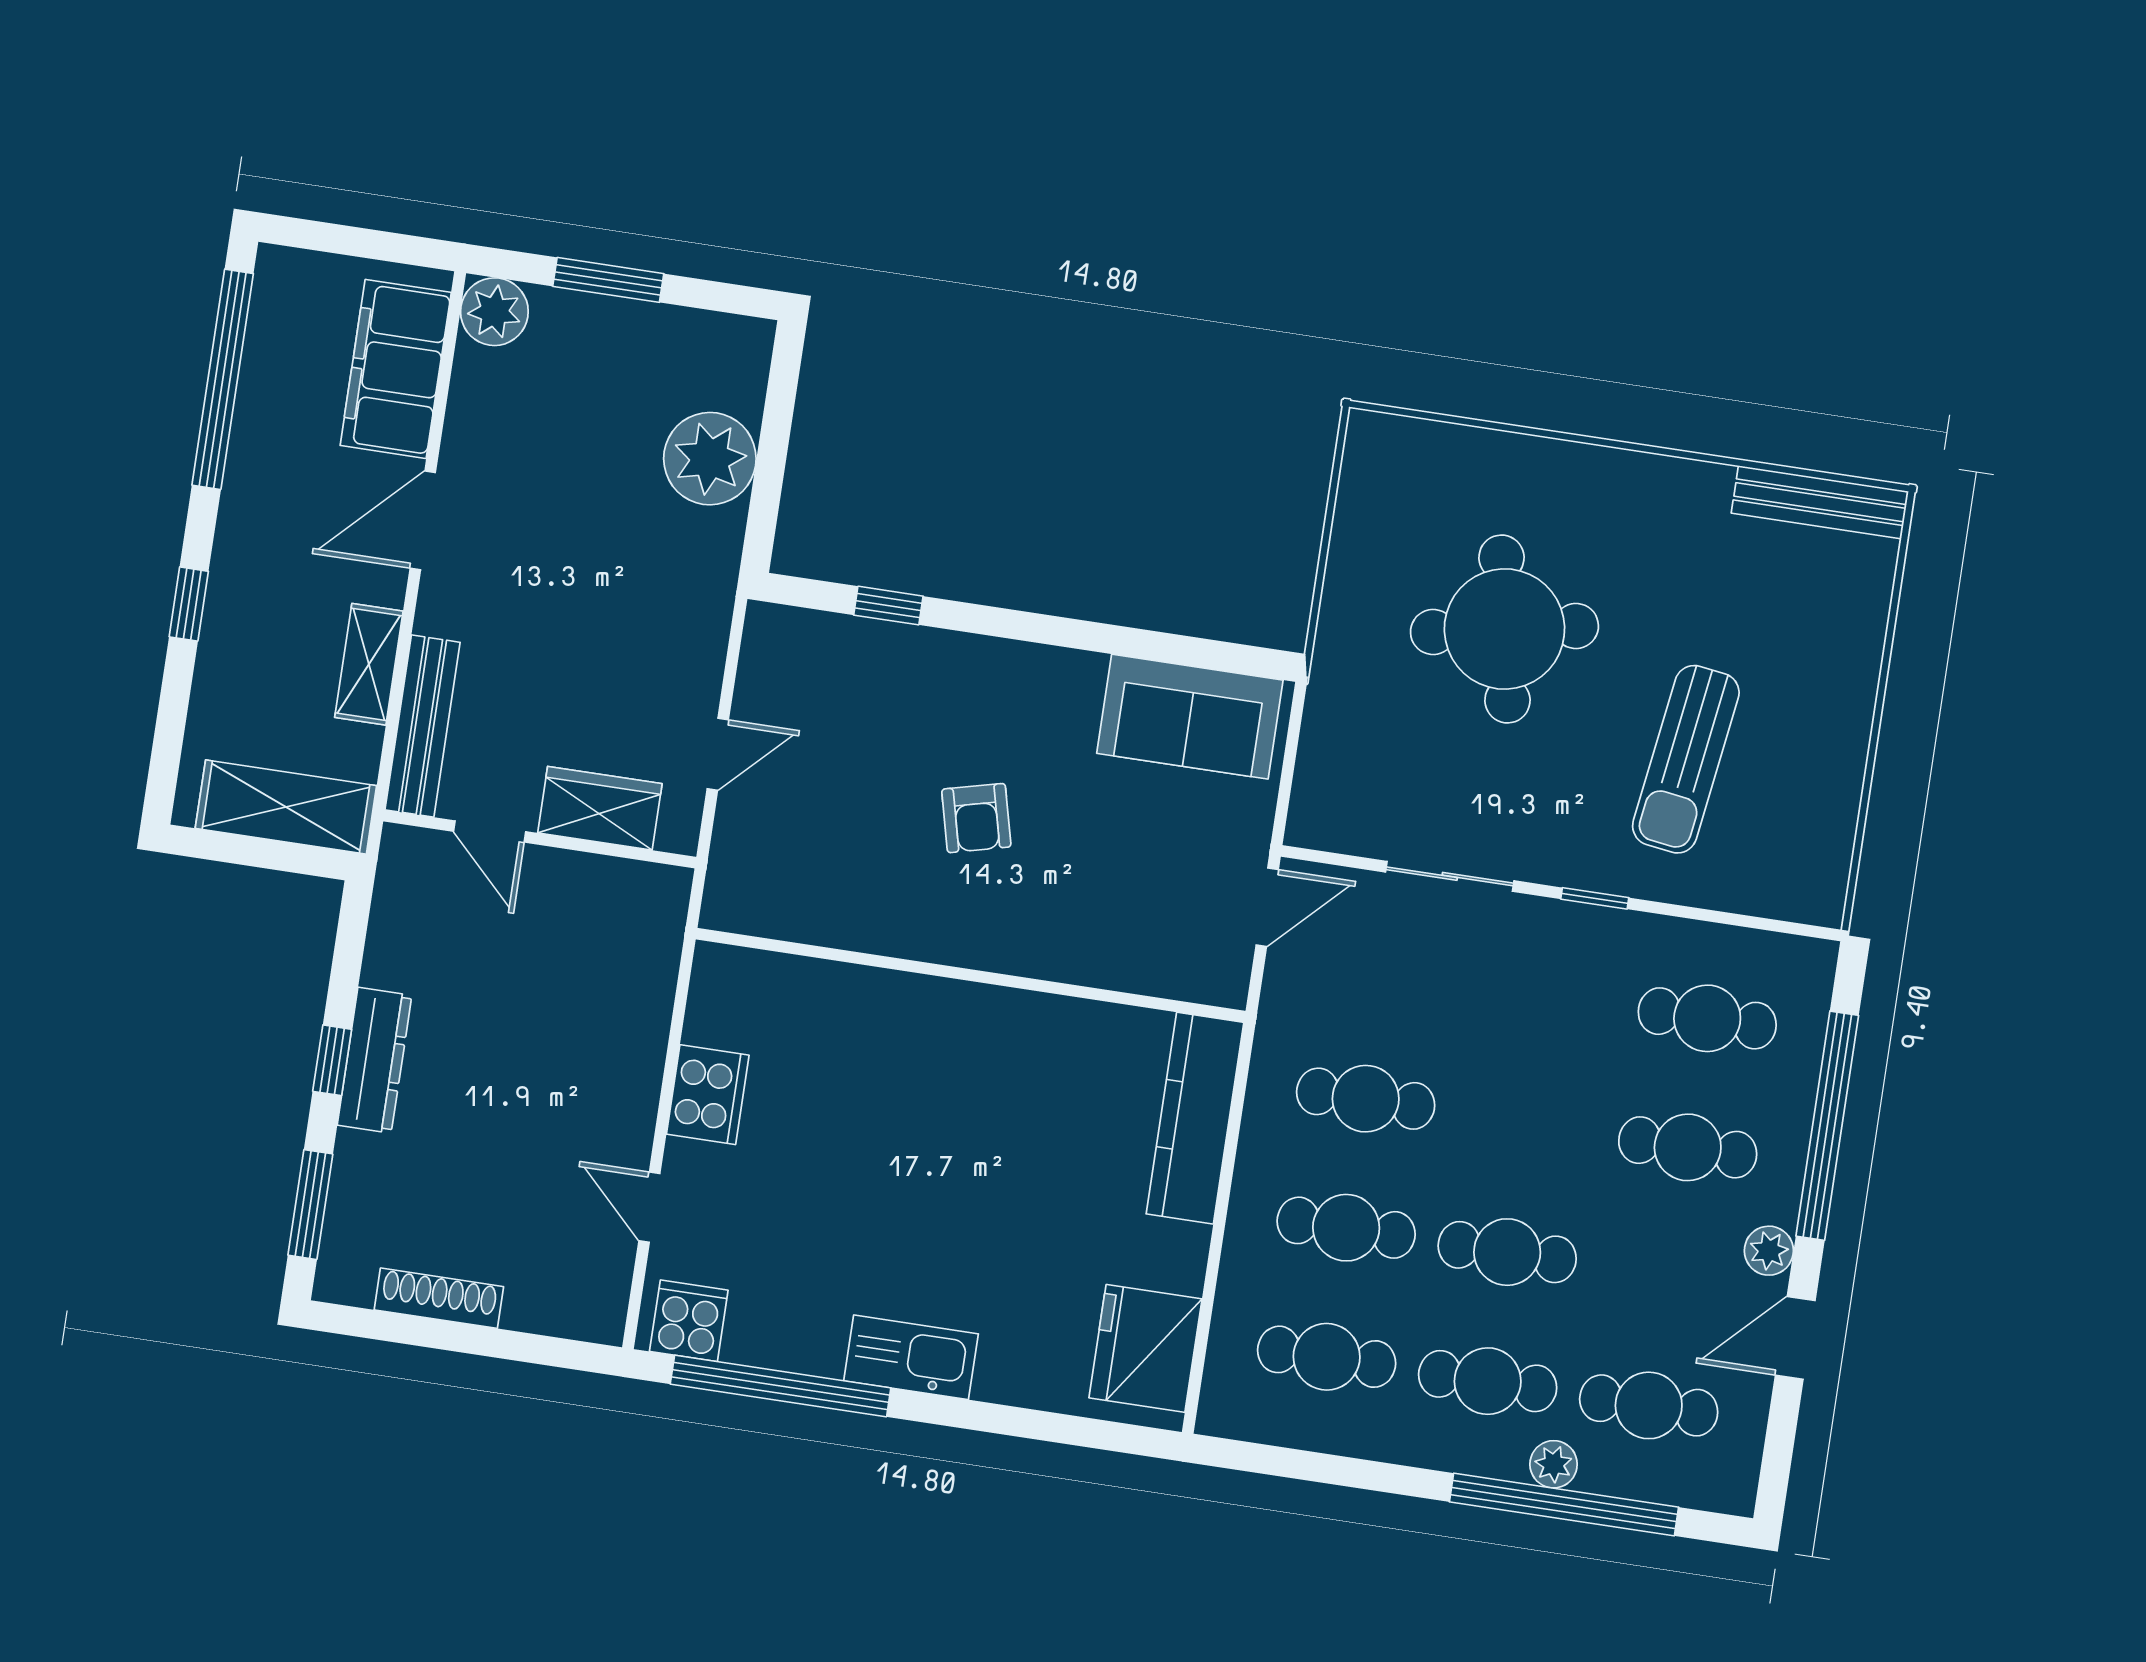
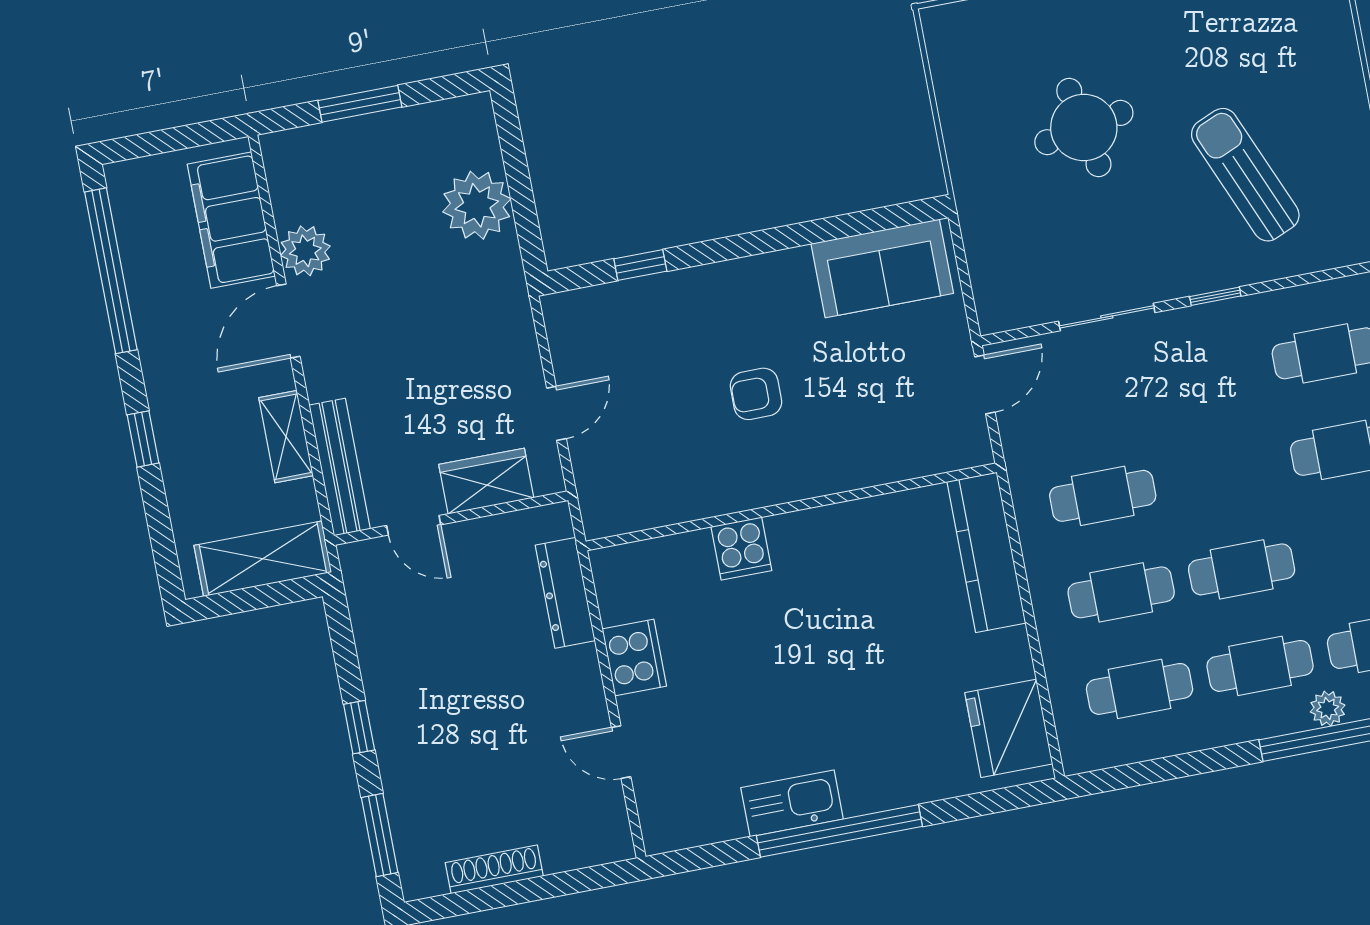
plant: (494, 312) -> (305, 251), moved
round table: (1504, 629) -> (1084, 128), width x0.73, depth x0.73
sun lounger: (1686, 759) -> (1245, 175), turned 149
armchair: (976, 818) -> (756, 394), turned 104
dresser: (375, 1060) -> (565, 593), moved, turned 180
cooker: (689, 1321) -> (741, 549), moved, turned 180
kitchen sink: (911, 1357) -> (792, 803), moved
window: (781, 1386) -> (839, 831), moved

